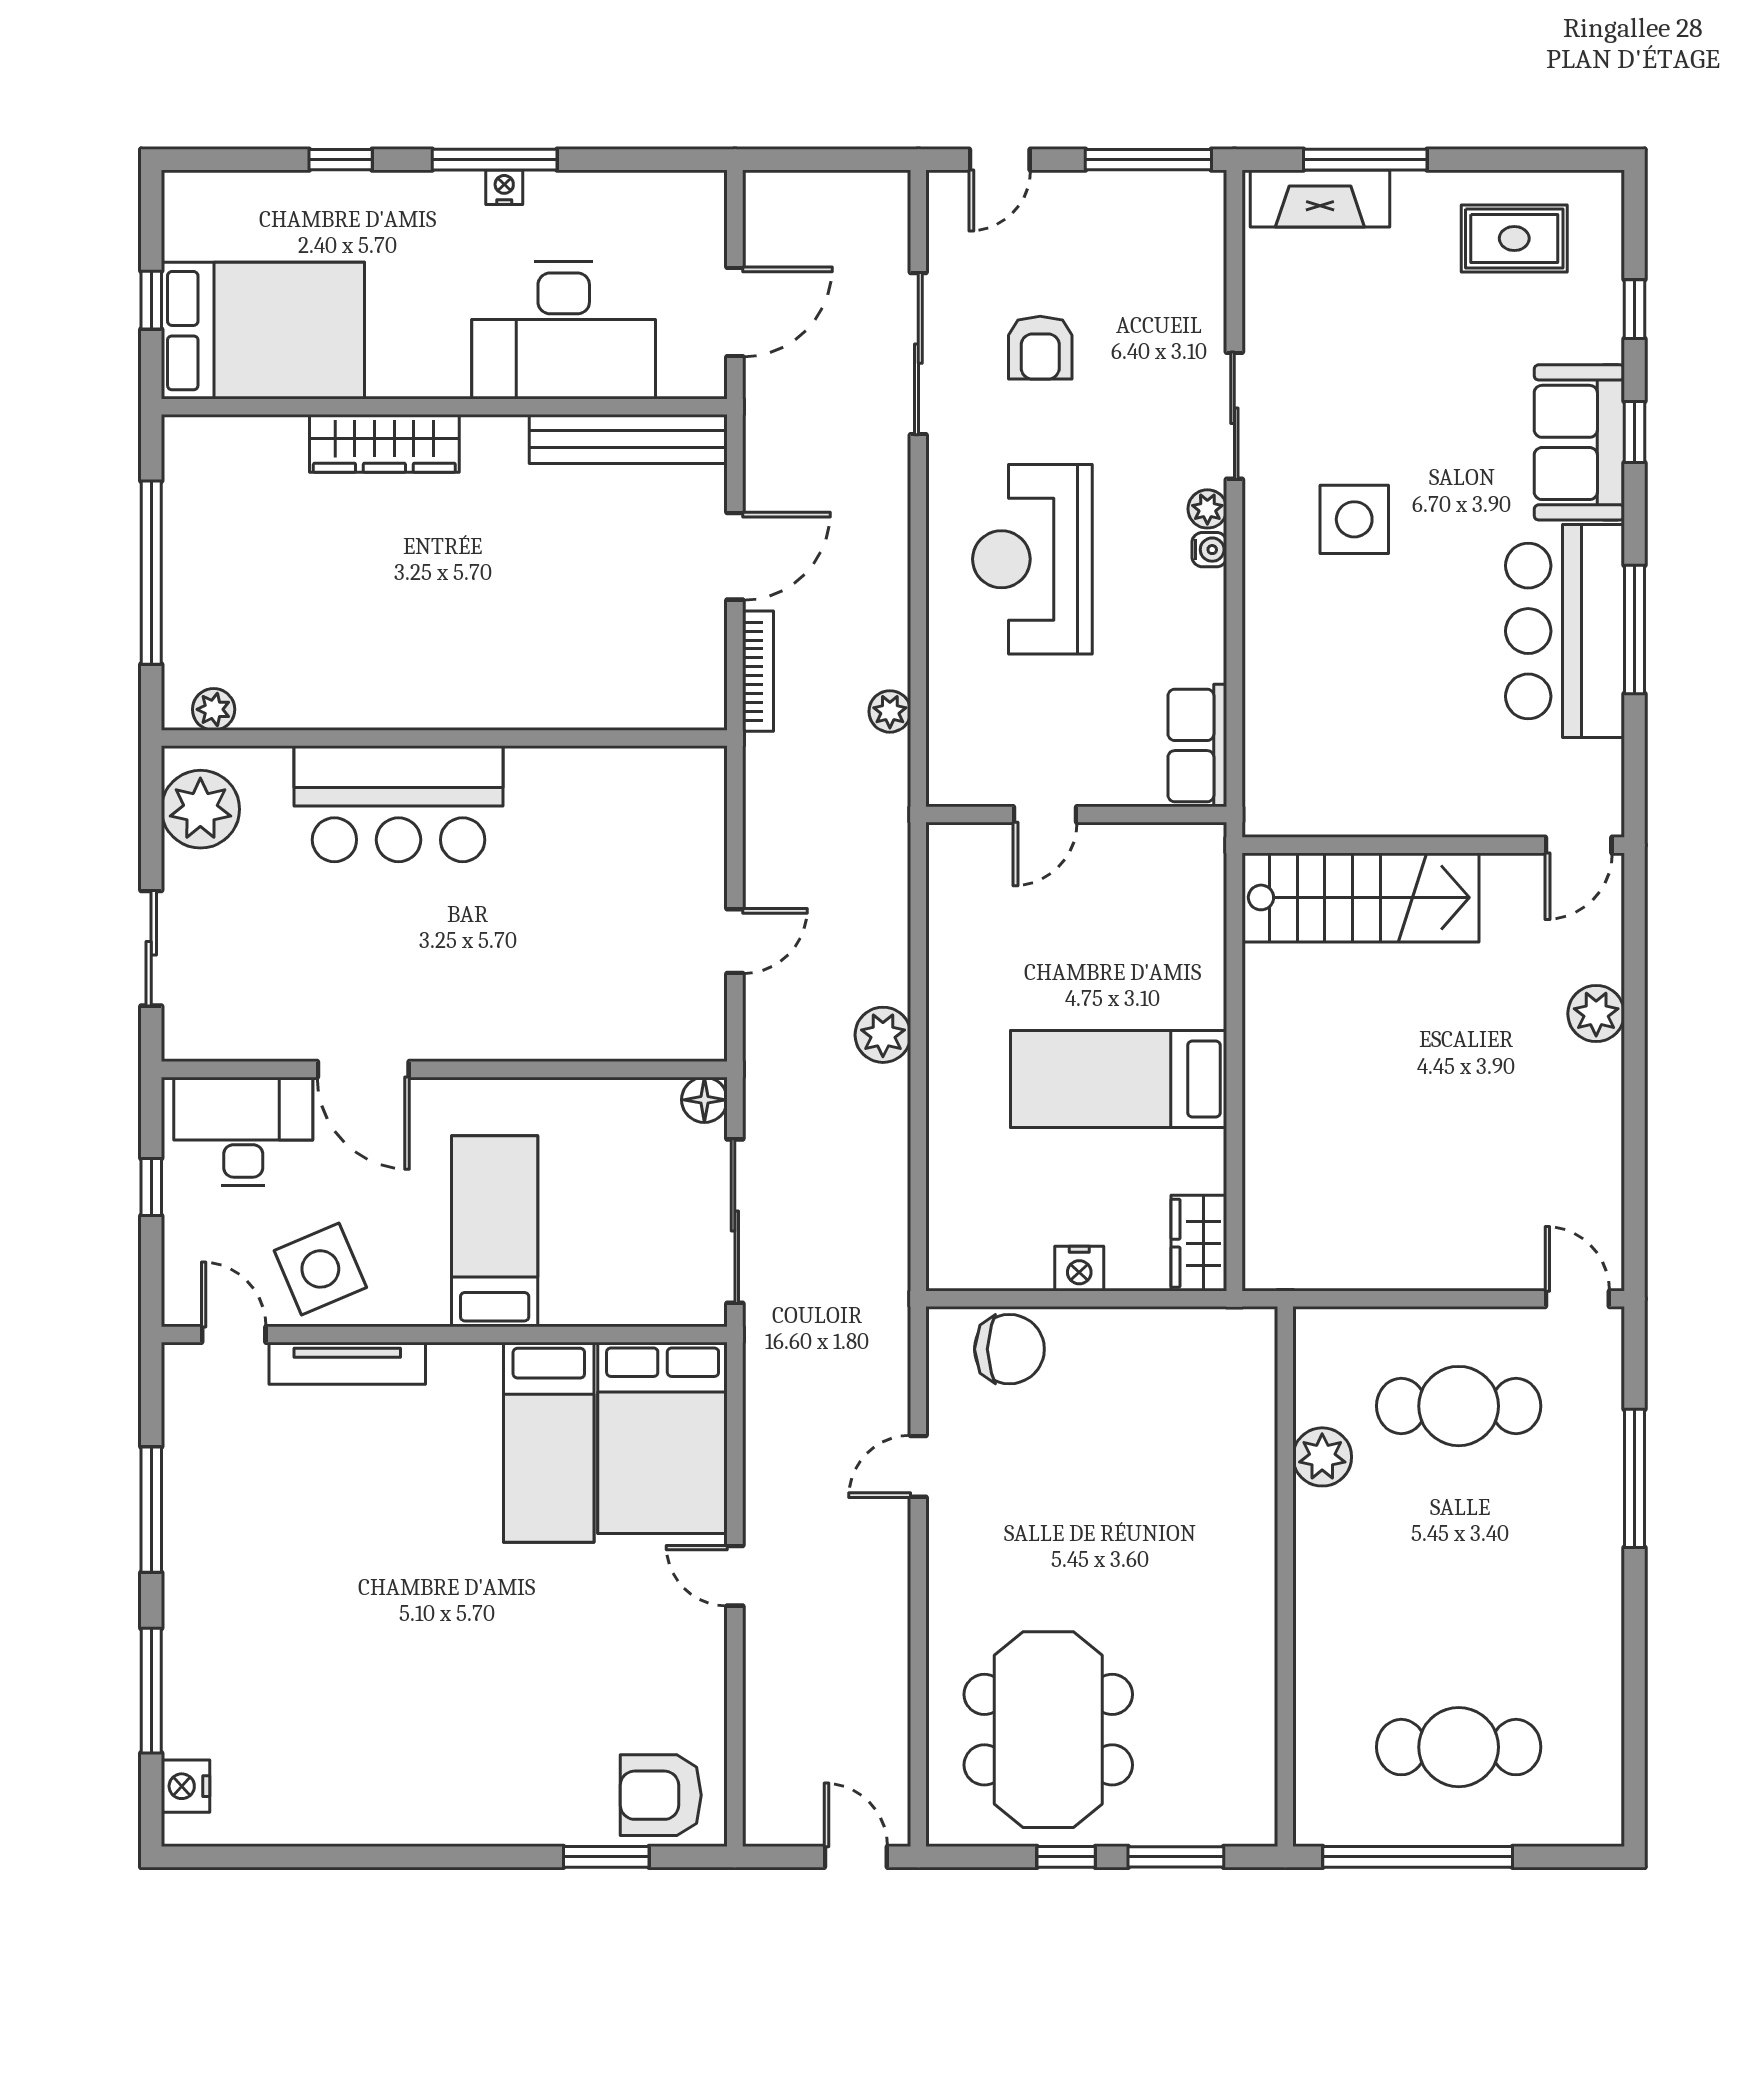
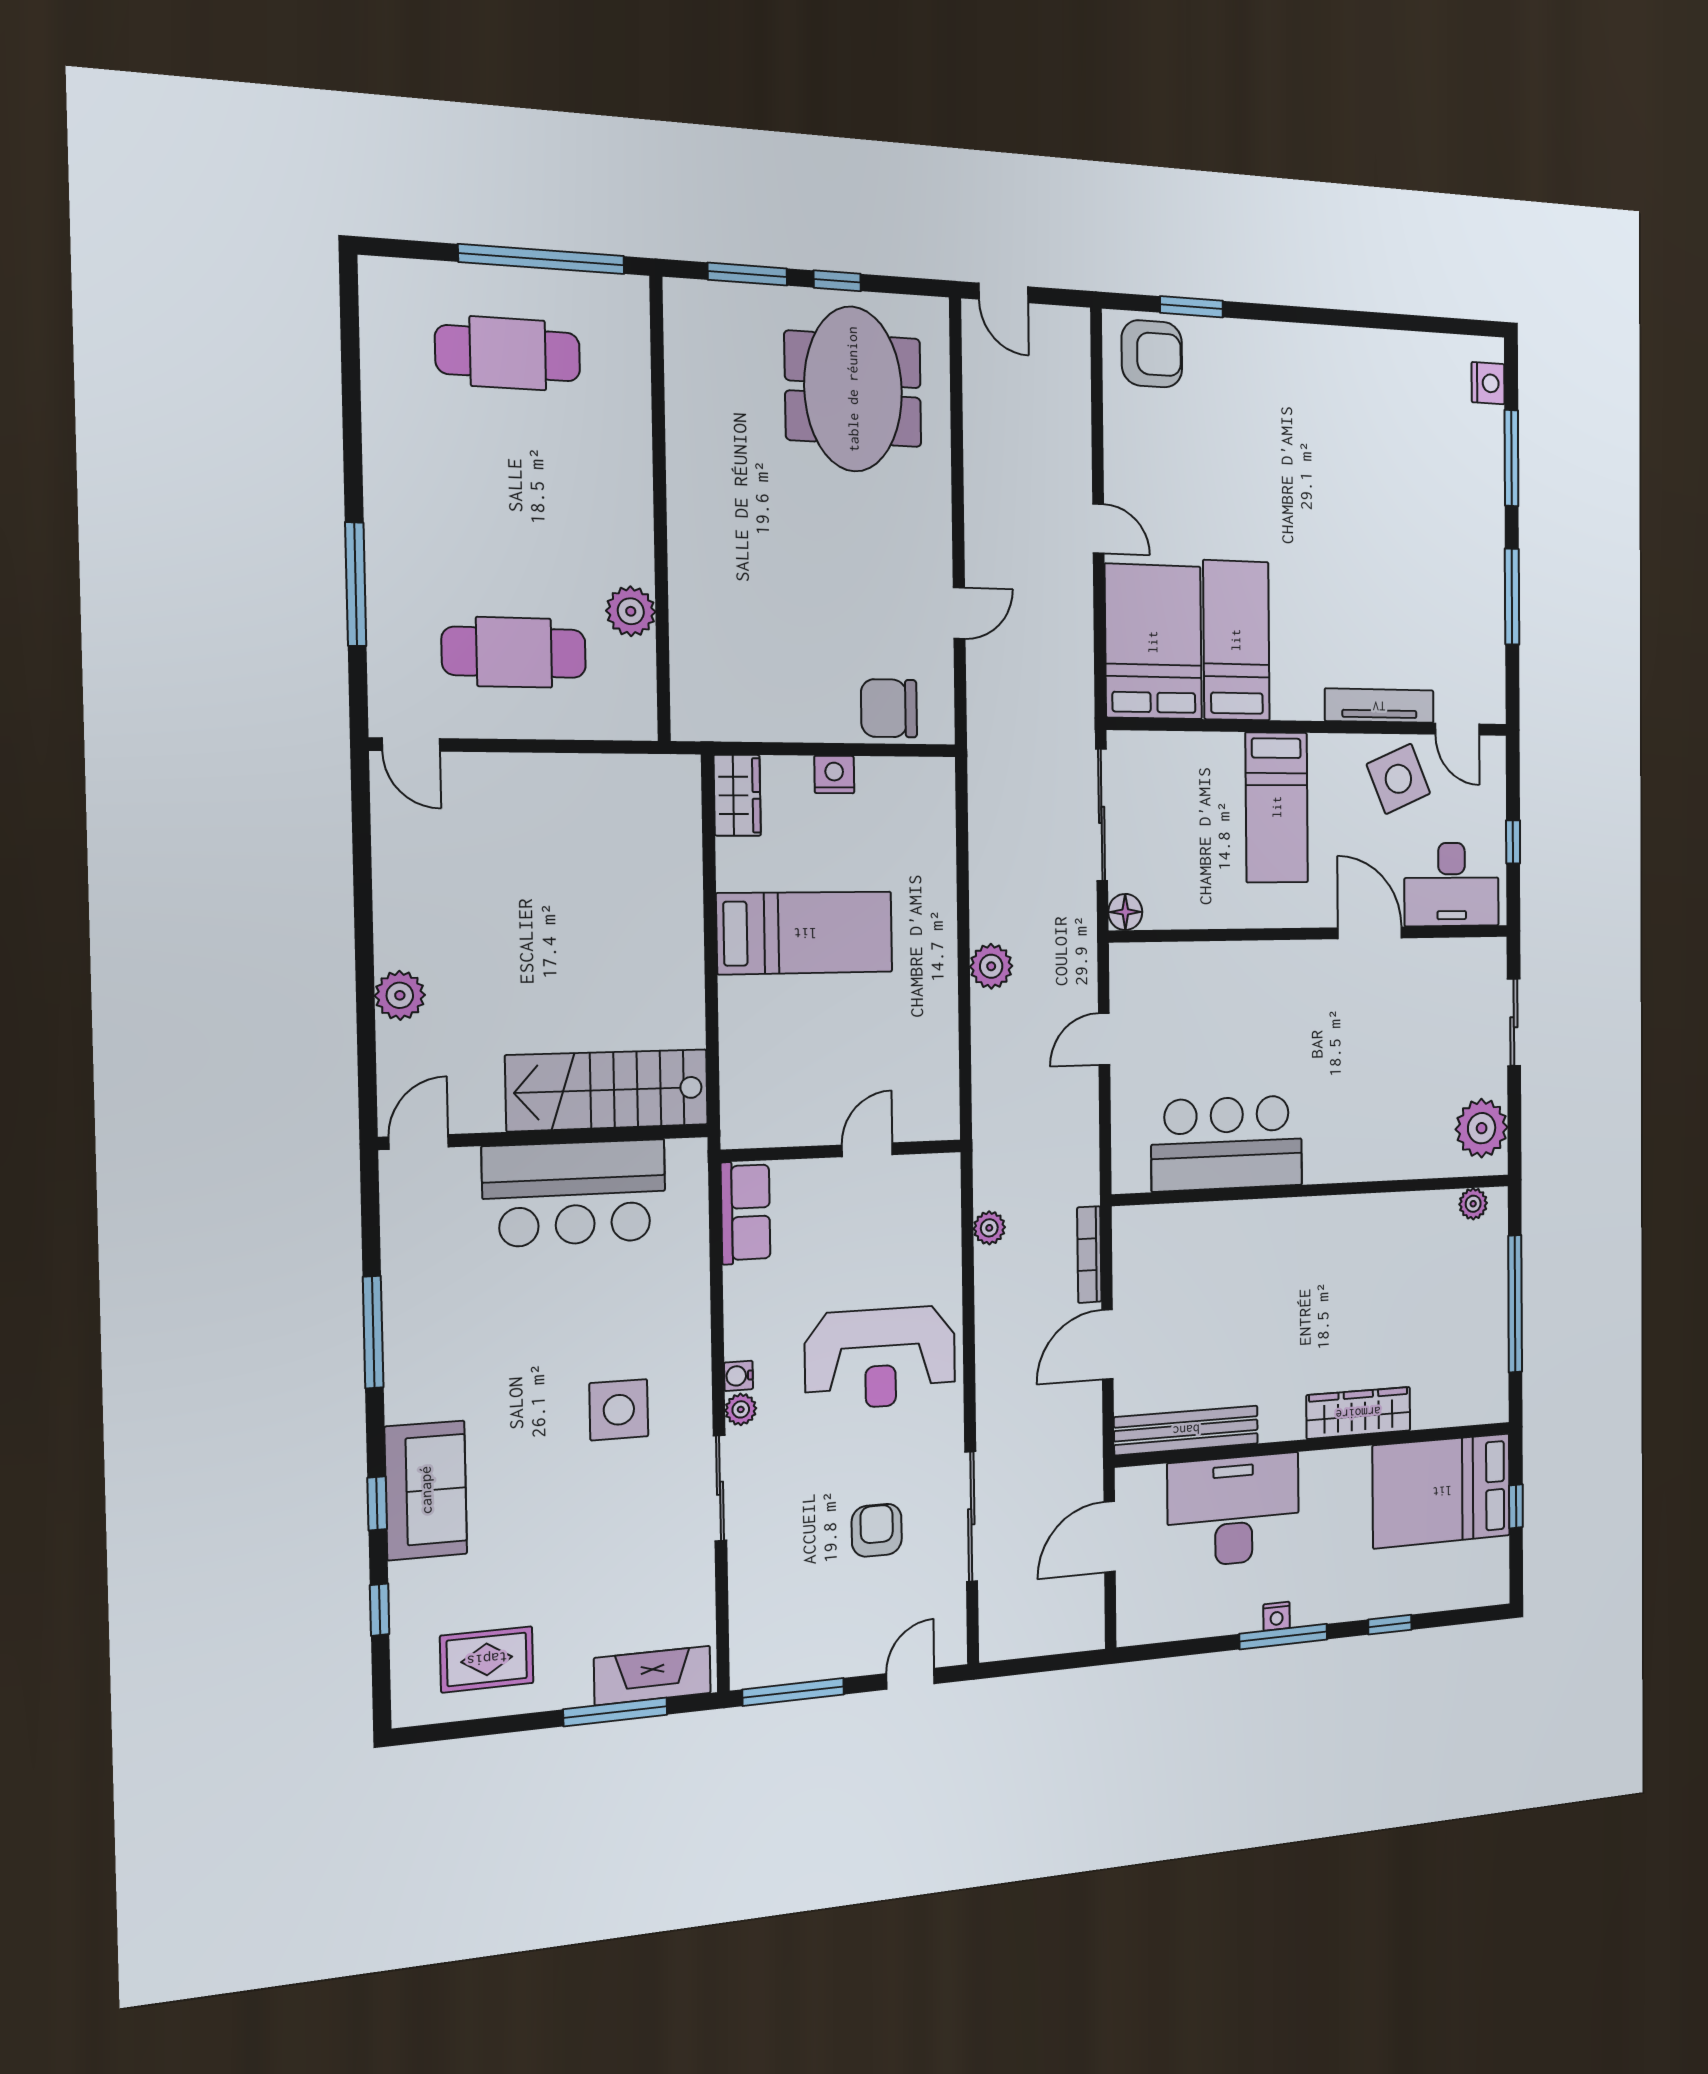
reception desk: (1032, 559) -> (880, 1358), turned 90
bar counter: (1565, 631) -> (575, 1193), moved, turned 90
bar counter: (399, 804) -> (1227, 1143), moved

